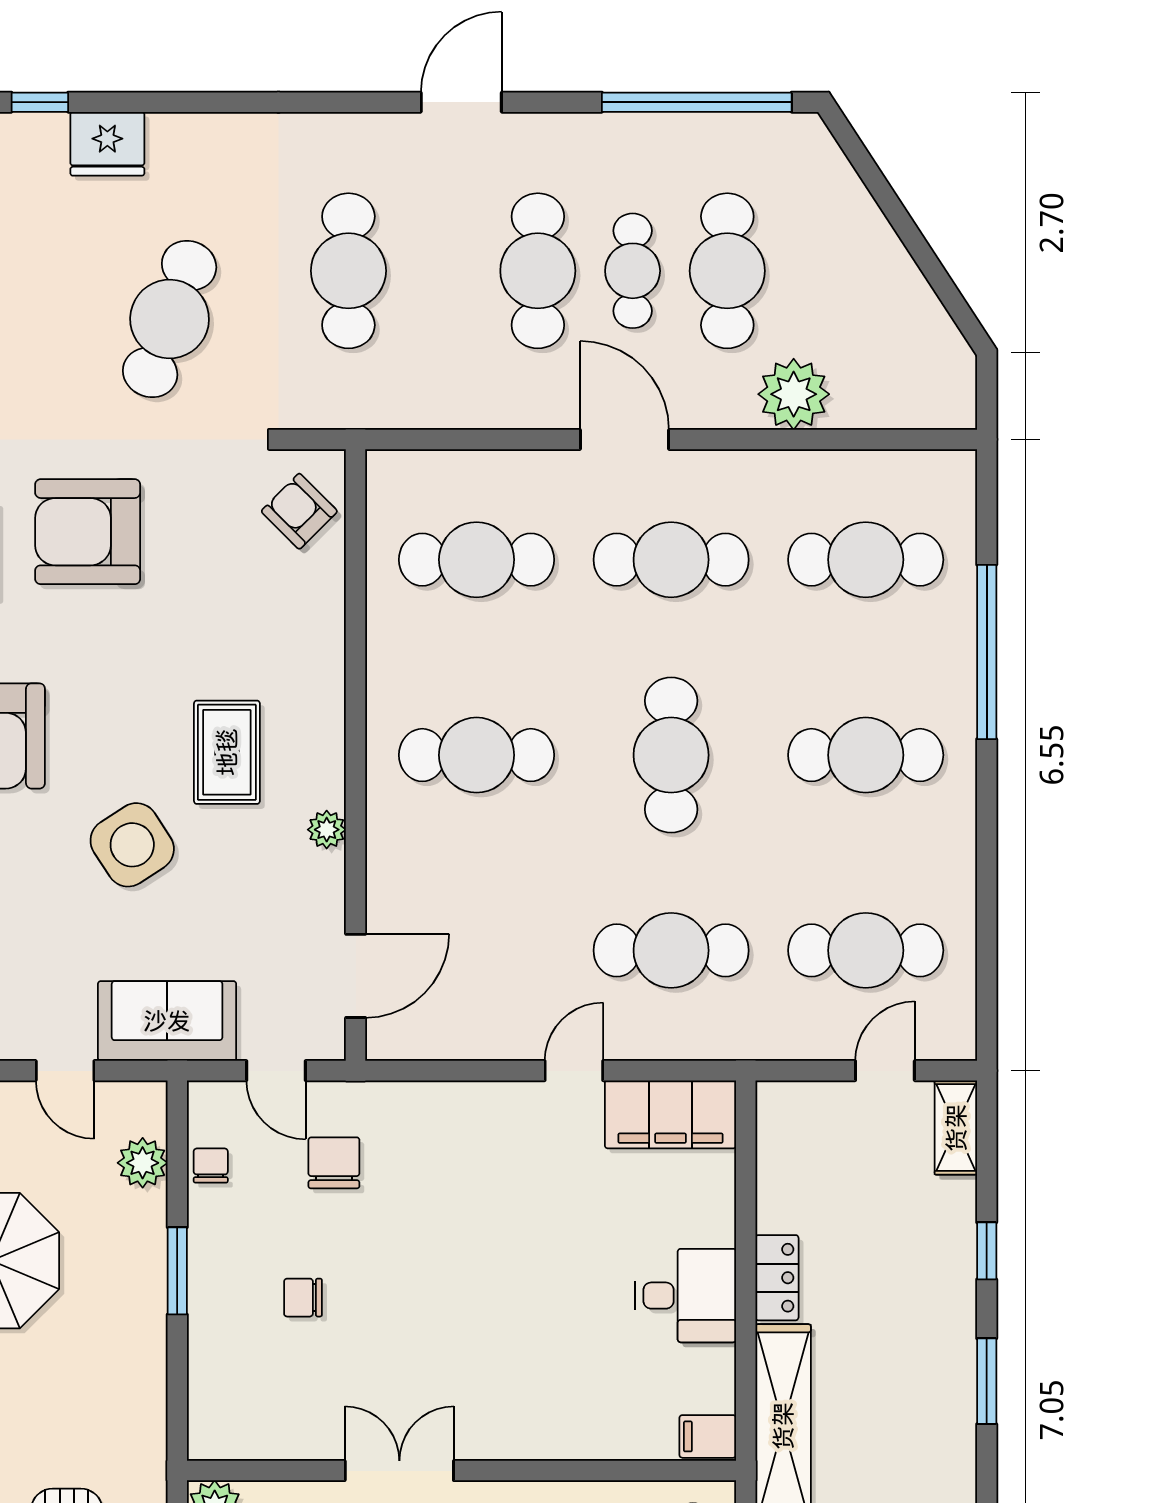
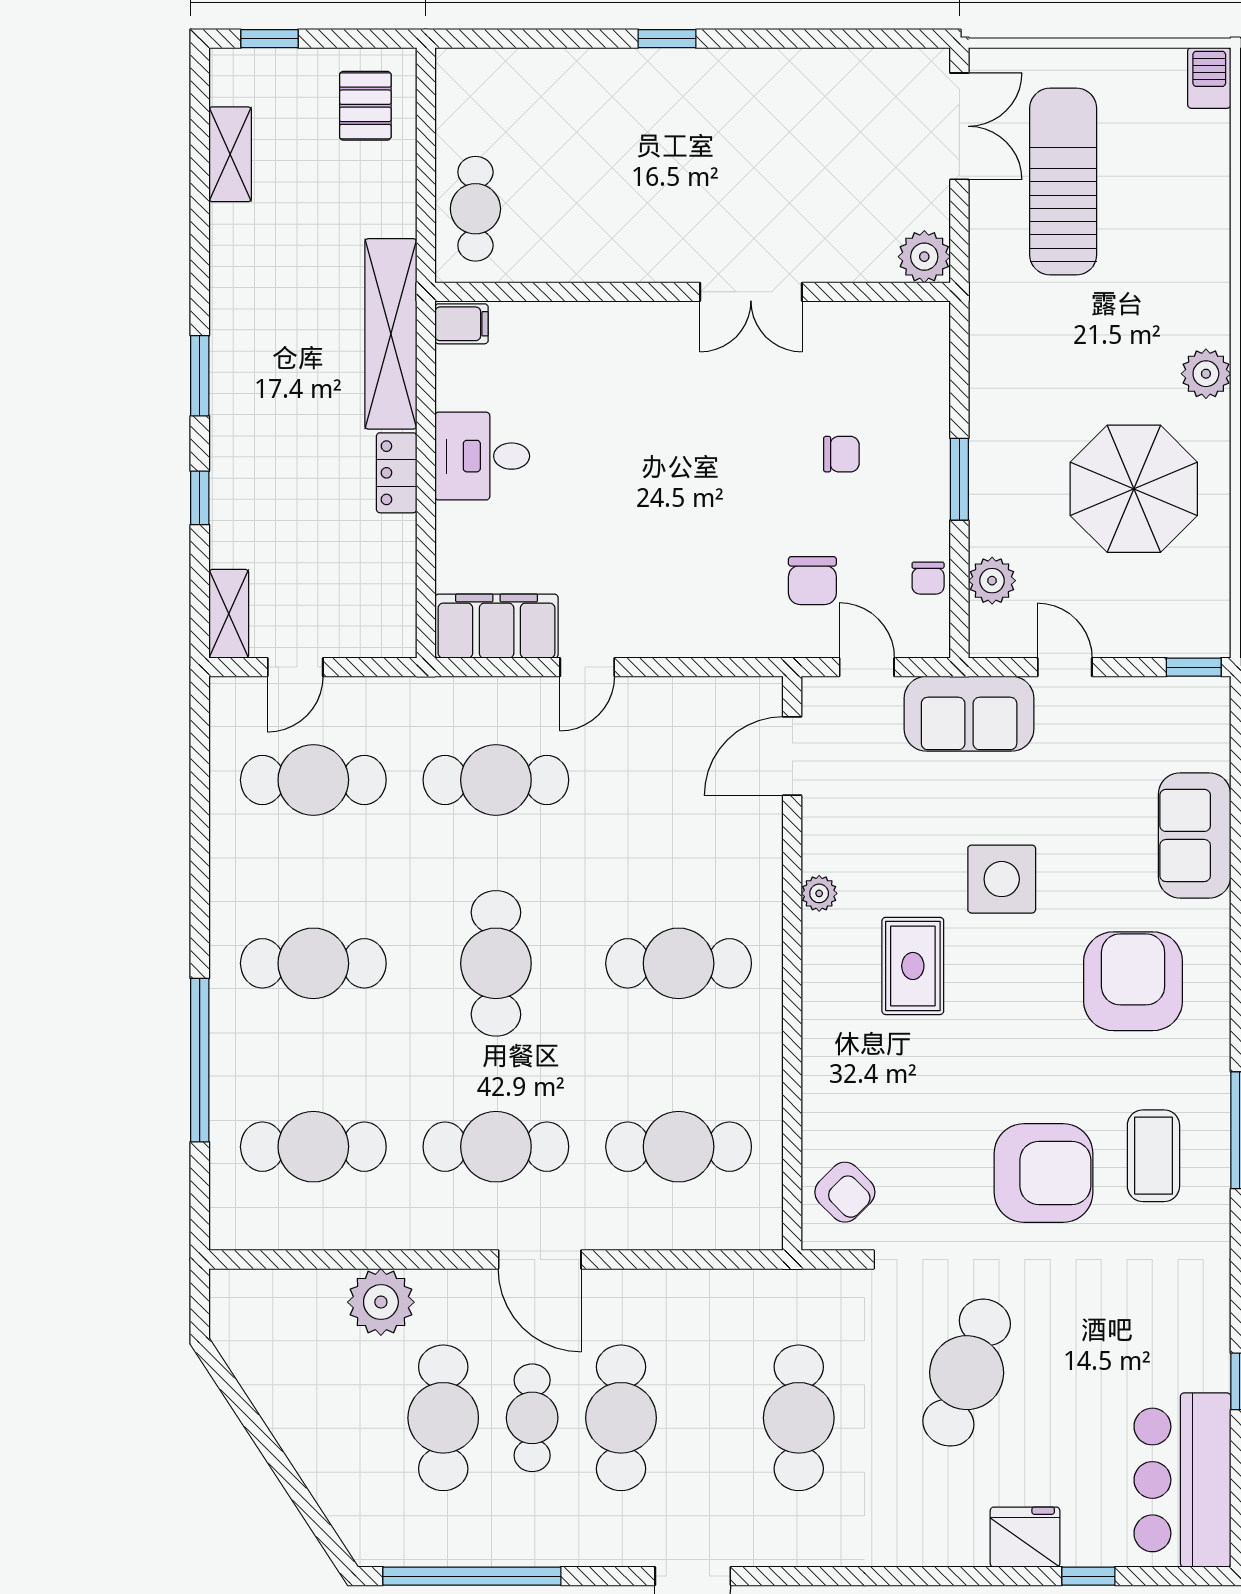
side table: (132, 845) -> (1002, 879), turned 33

